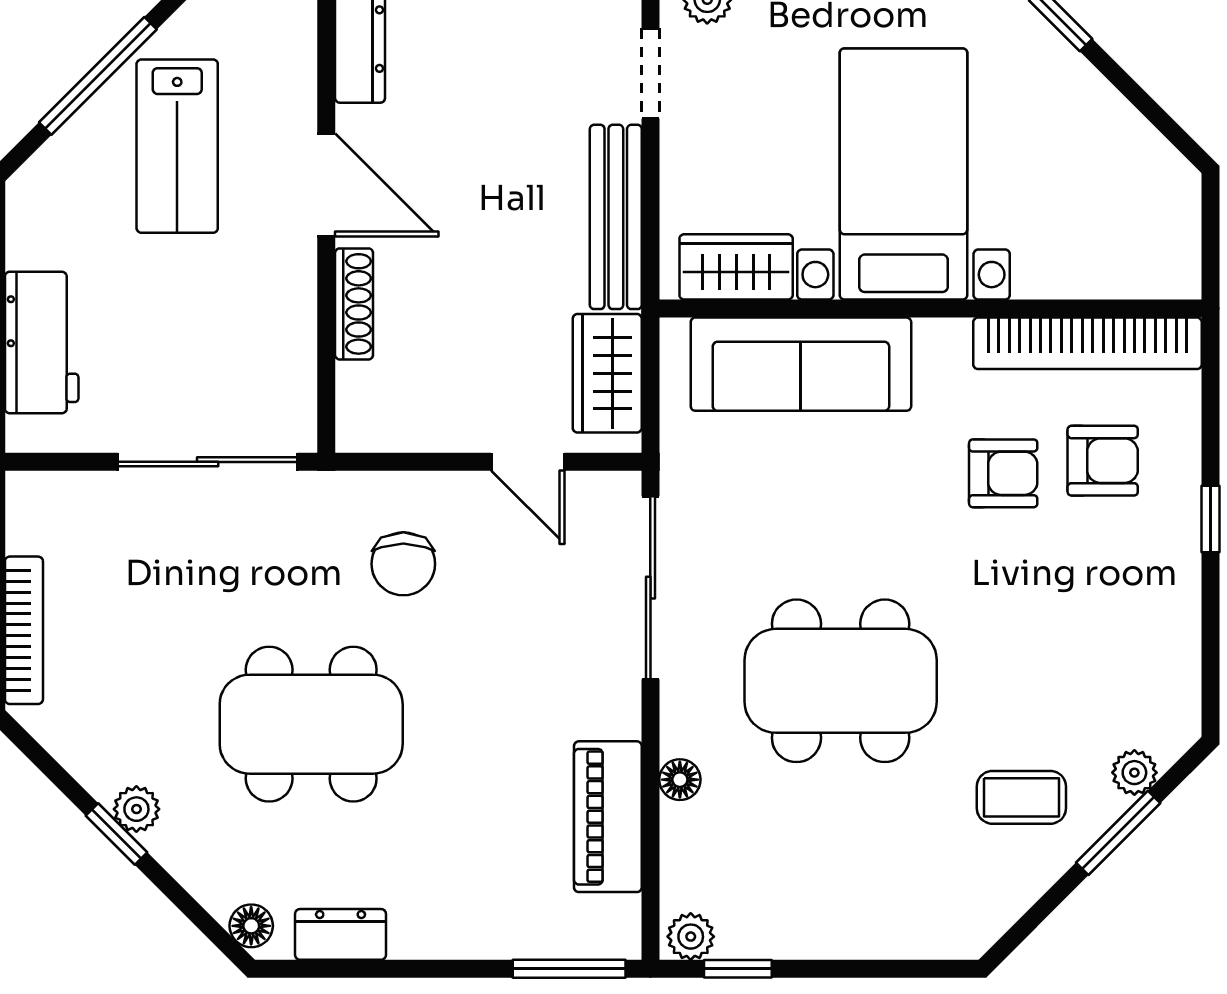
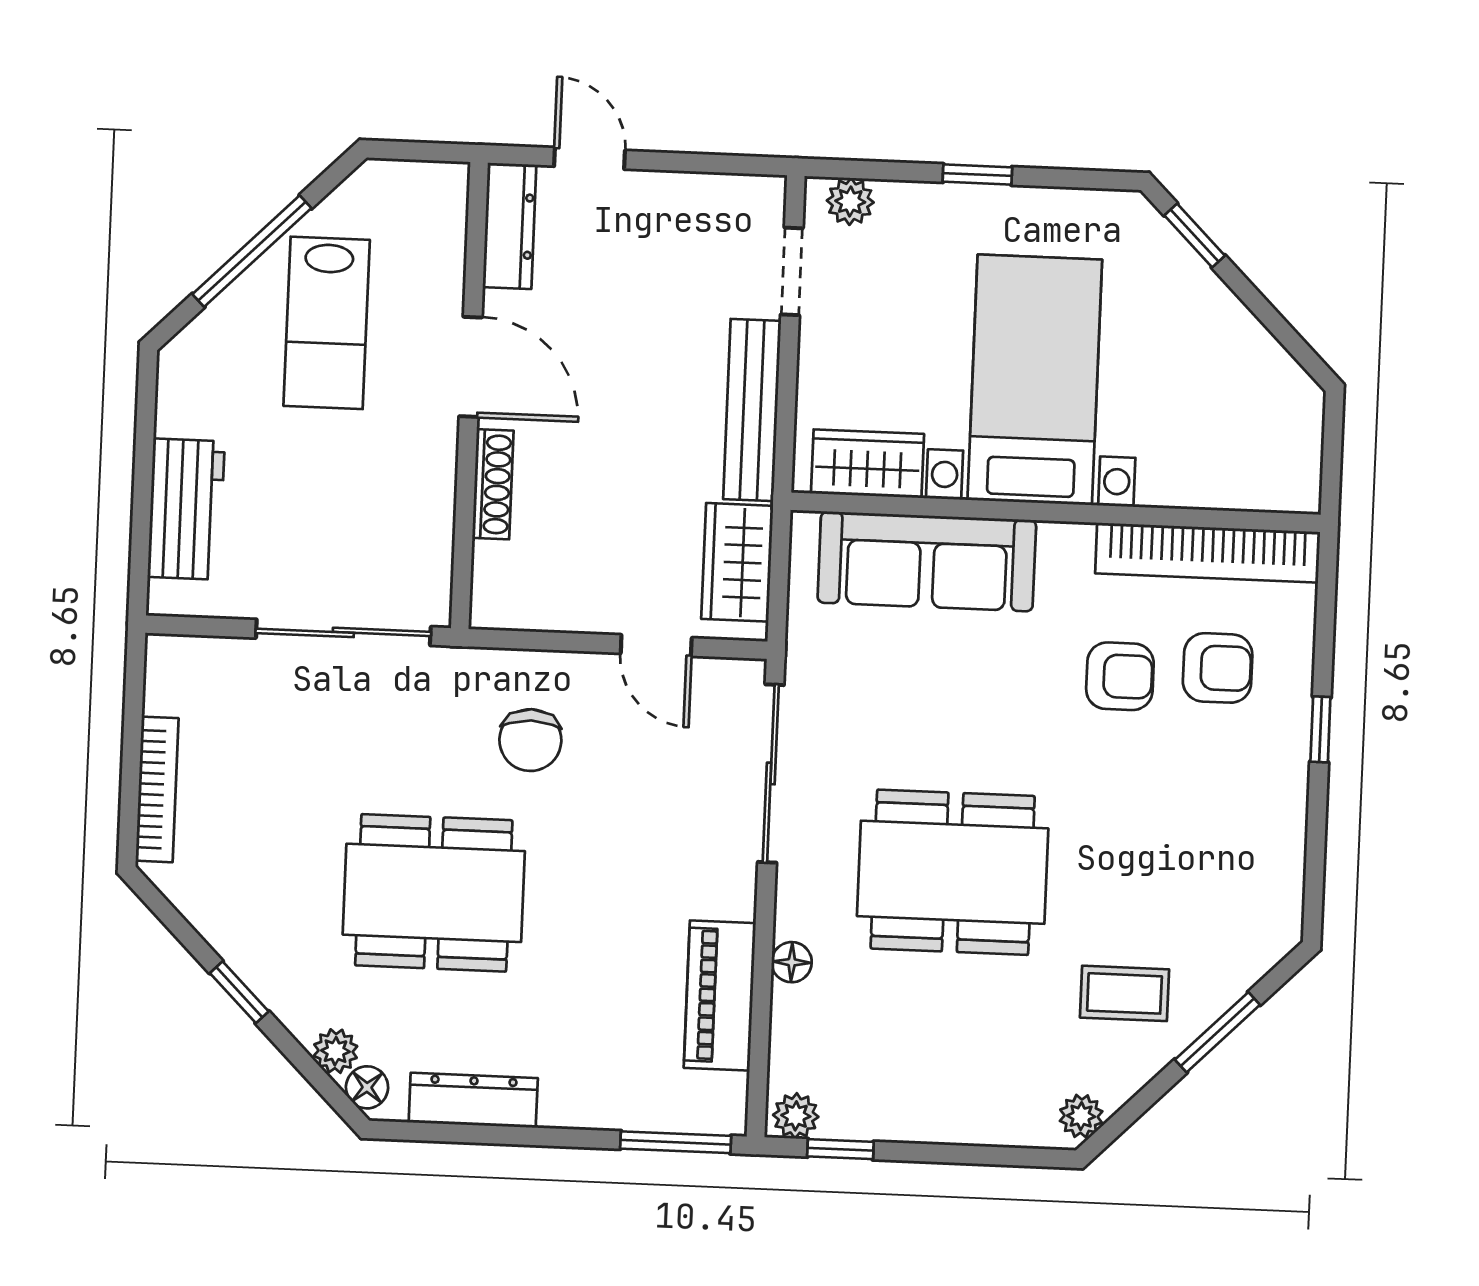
plant: (1134, 773) -> (1081, 1116), moved
plant: (136, 809) -> (336, 1051), moved
dresser: (341, 934) -> (473, 1100), width x1.44

